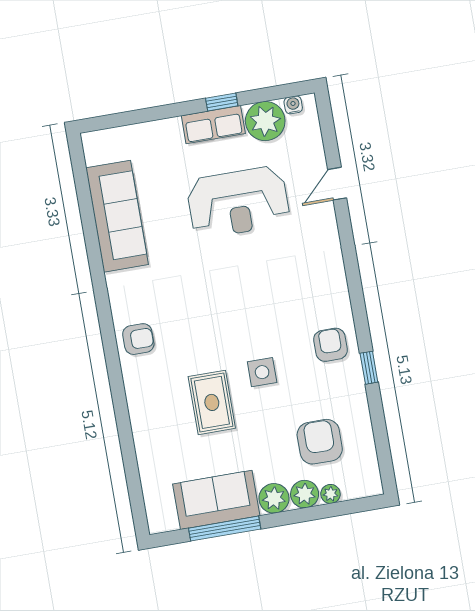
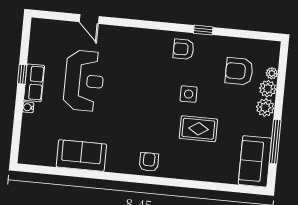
water cooler: (293, 105) -> (28, 107), moved
plant: (265, 121) -> (40, 52), removed
sofa: (117, 216) -> (81, 156), width x0.73
sofa: (216, 500) -> (255, 161), moved

